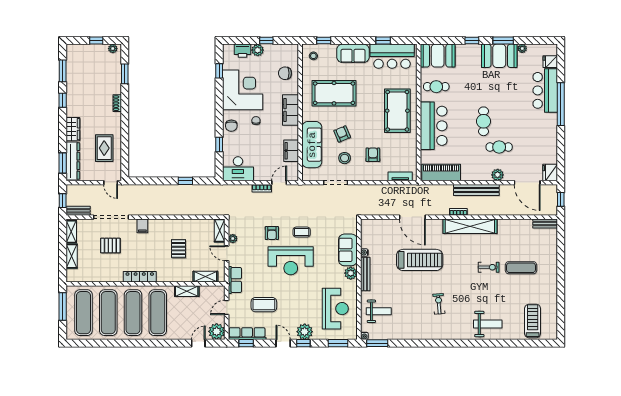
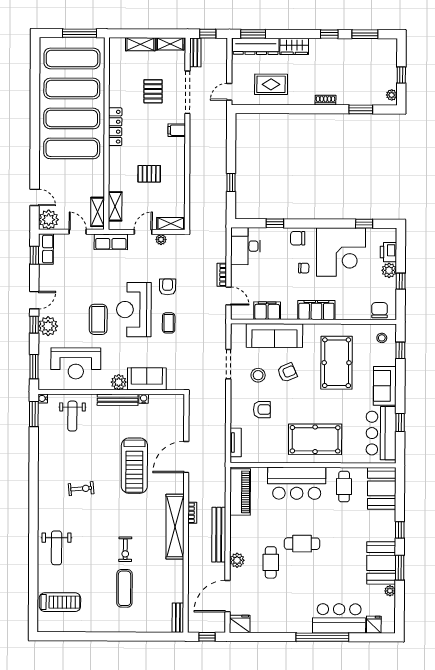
chair: (285, 73) -> (380, 310), moved
armchair: (272, 233) -> (168, 287), turned 90
shelving: (187, 291) -> (98, 212), moved
coffee table: (264, 305) -> (98, 319), moved
row of seats: (247, 334) -> (46, 249), width x0.68

